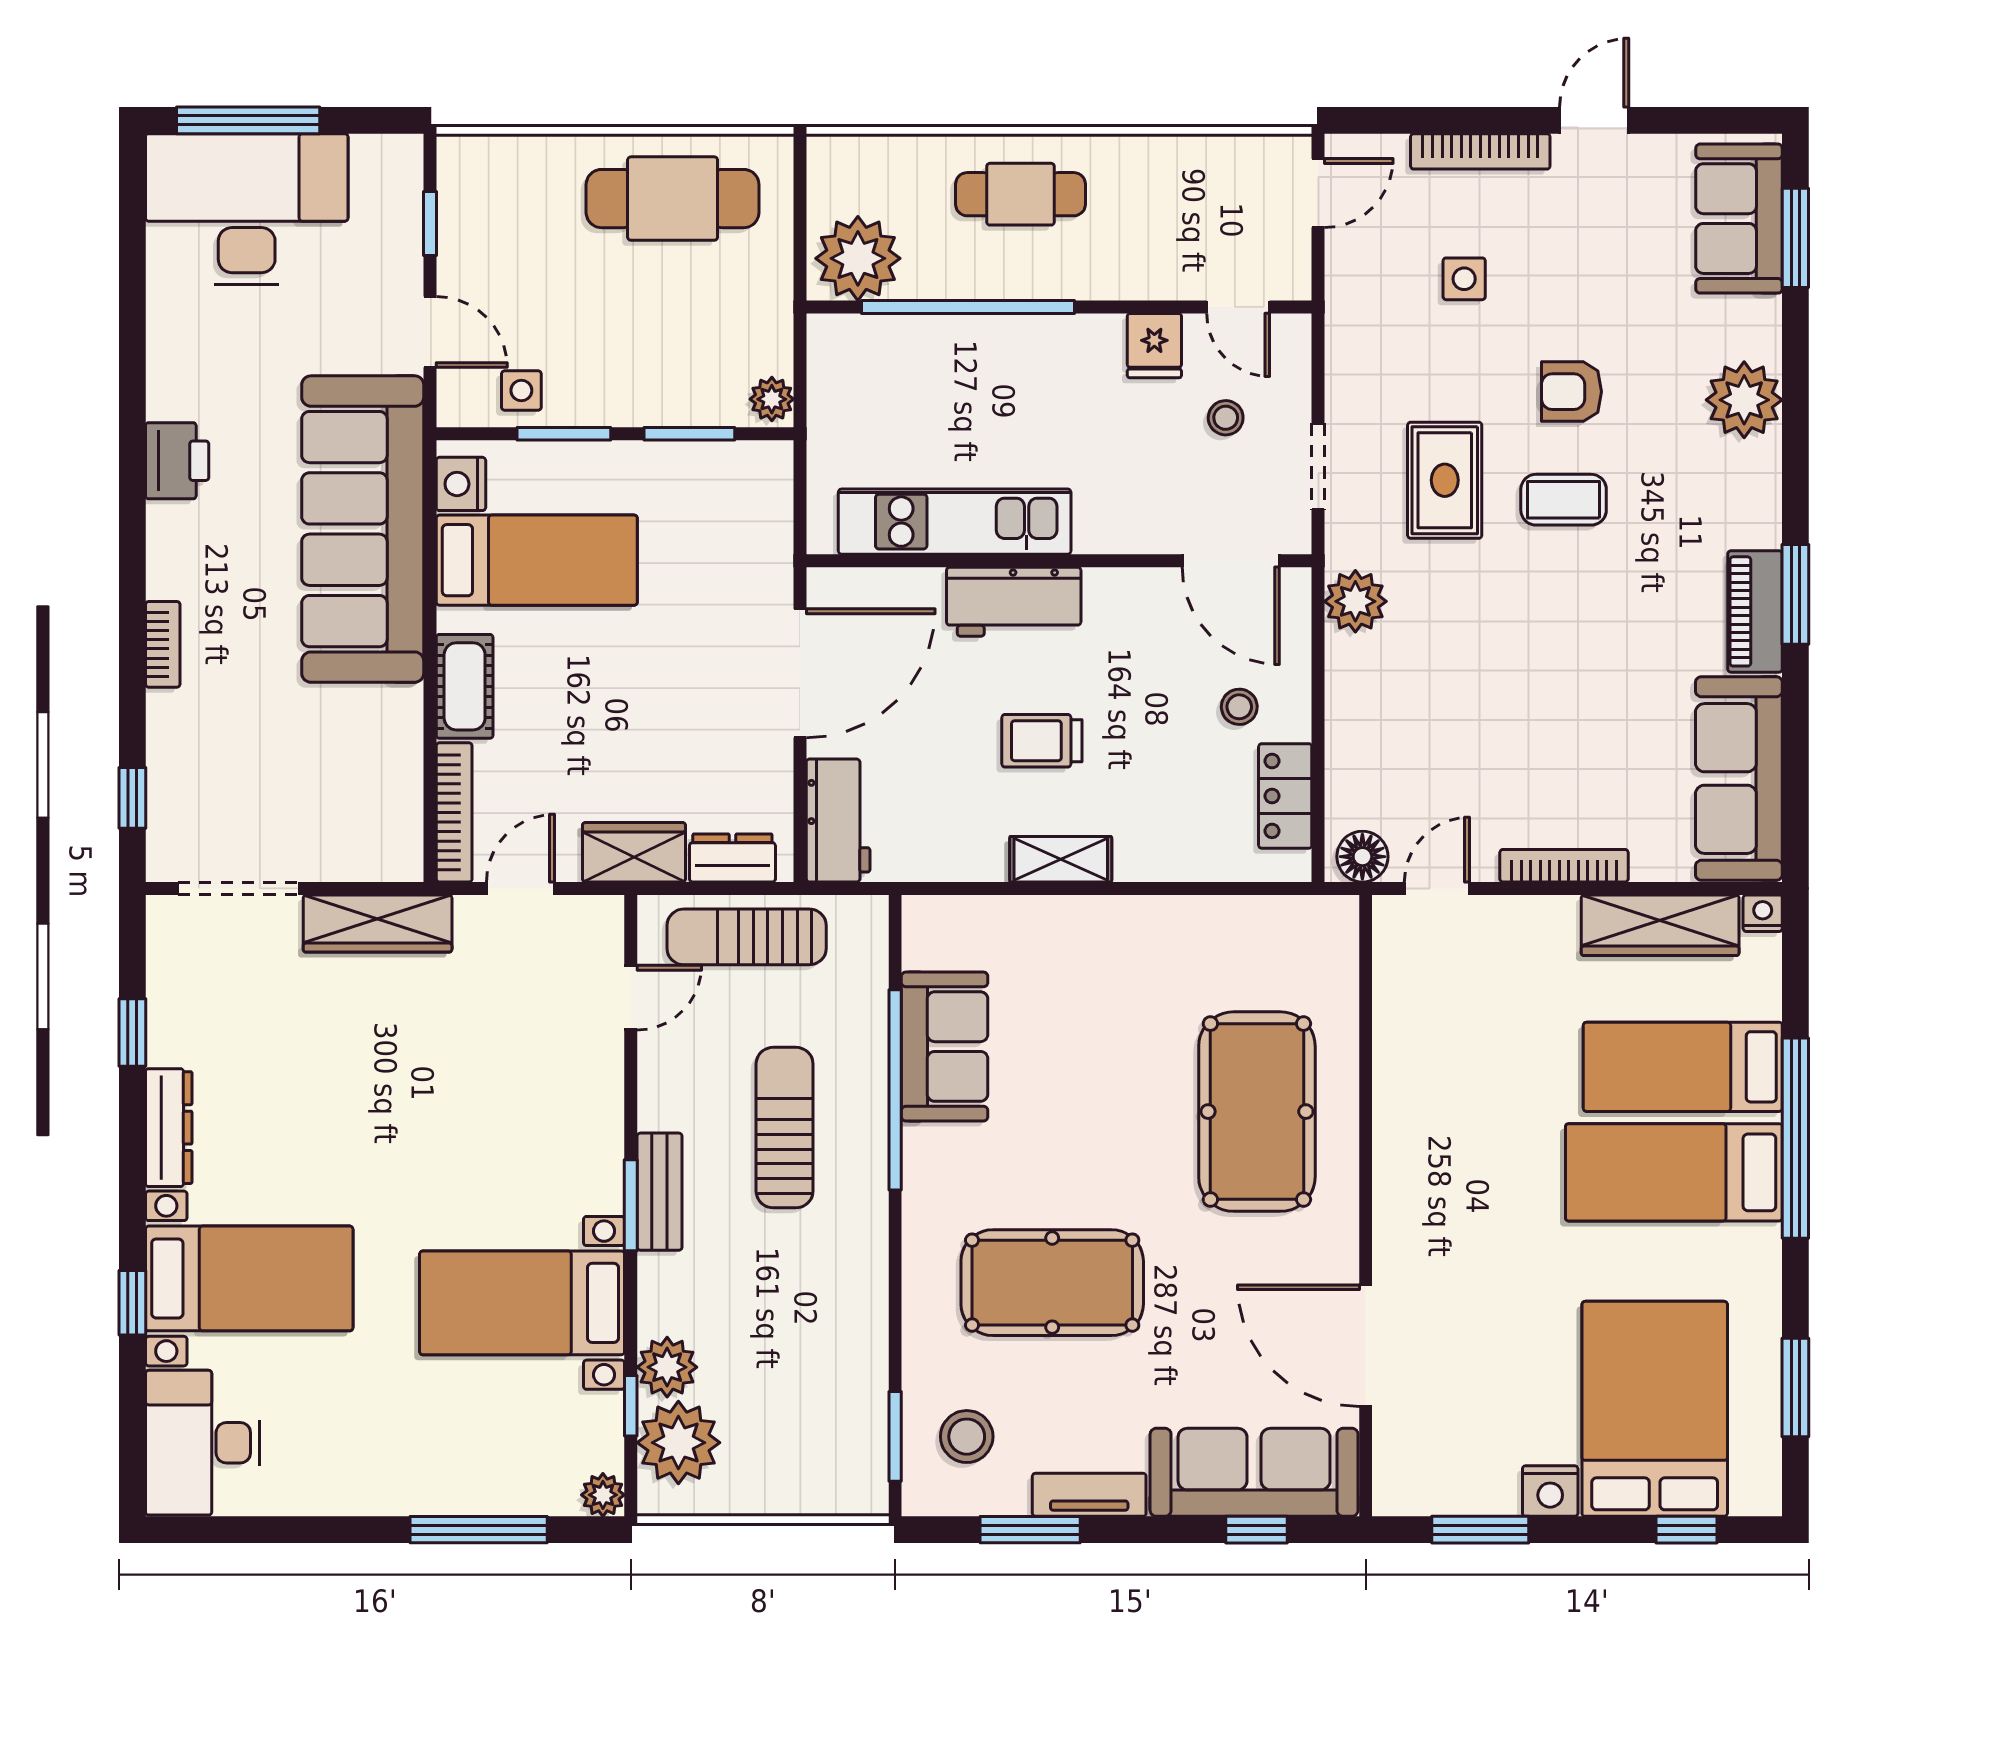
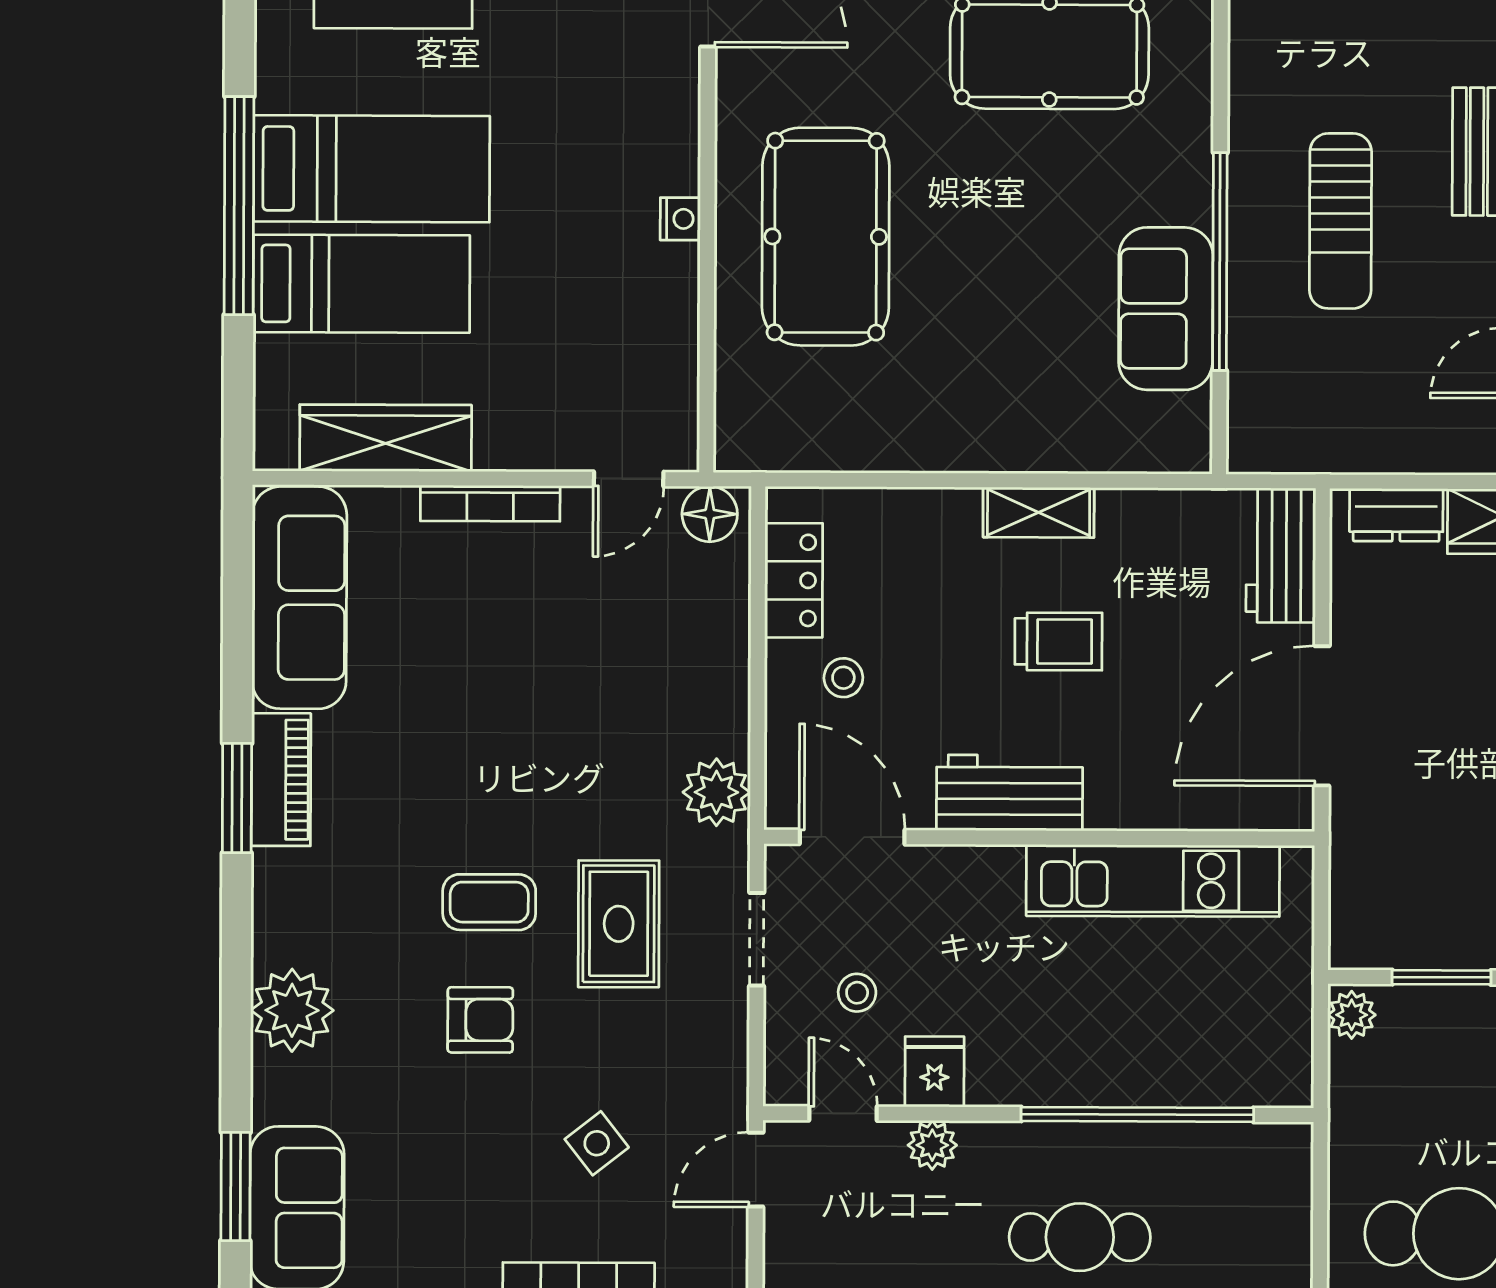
door: (1318, 193) -> (756, 1170), moved
plant: (858, 258) -> (932, 1145), moved, width x0.53, depth x0.53
side table: (1464, 279) -> (597, 1143), turned -38
workbench: (1014, 602) -> (1010, 793), moved
nightstand: (1763, 913) -> (680, 219), moved, turned -90
sun lounger: (747, 937) -> (1381, 429), removed

